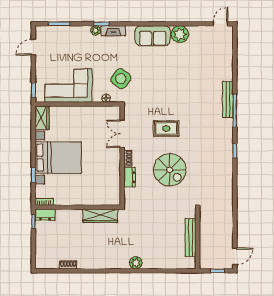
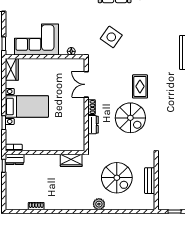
side table: (121, 79) -> (111, 37), moved
rug: (166, 128) -> (140, 86), moved, turned 90
bed with nightstands: (58, 158) -> (27, 106), width x0.73
wardrobe: (100, 216) -> (71, 160), width x0.67
spiral stairs: (155, 234) -> (117, 178), added
bench: (190, 237) -> (150, 181), width x0.73

